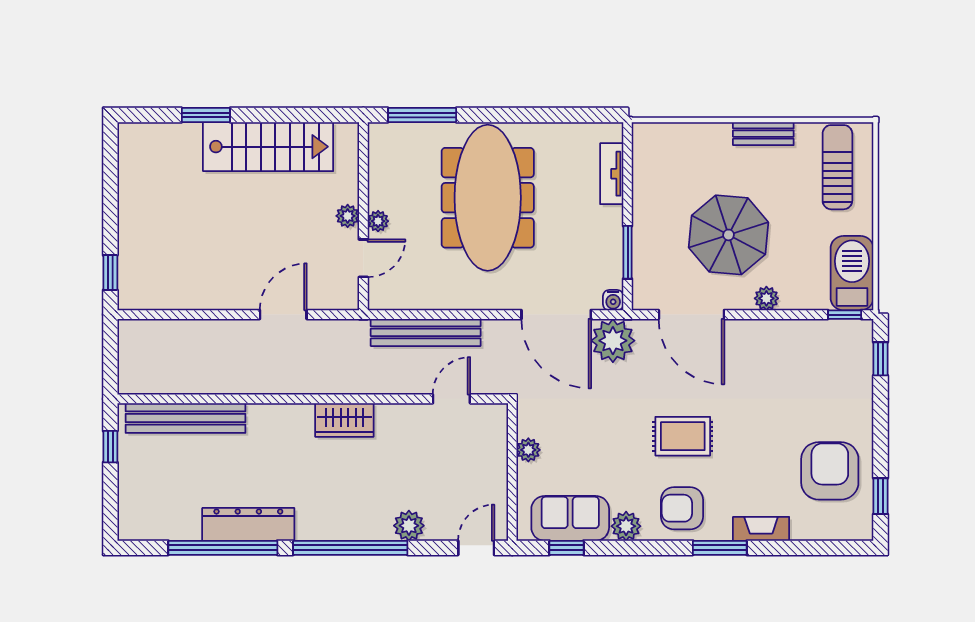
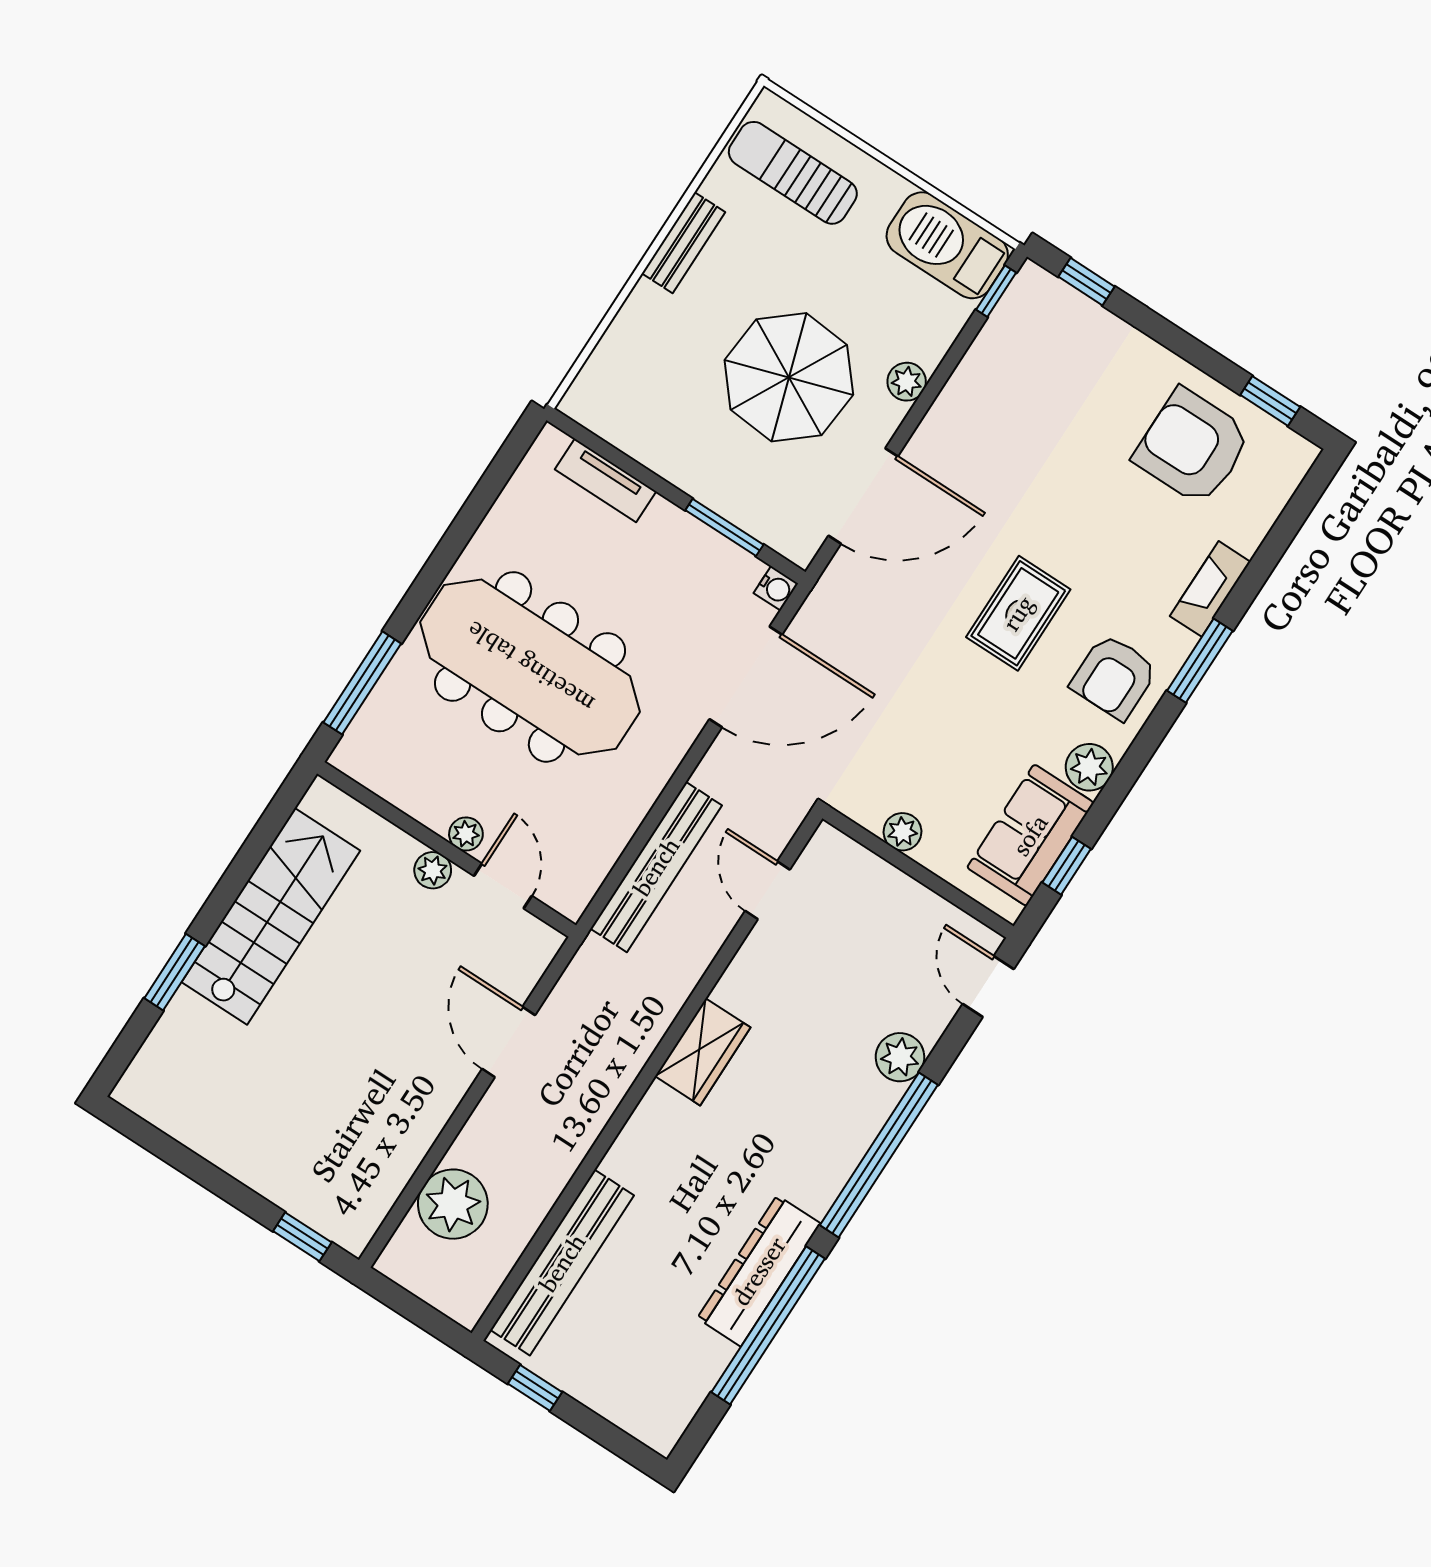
plant: (613, 341) -> (453, 1204), moved

